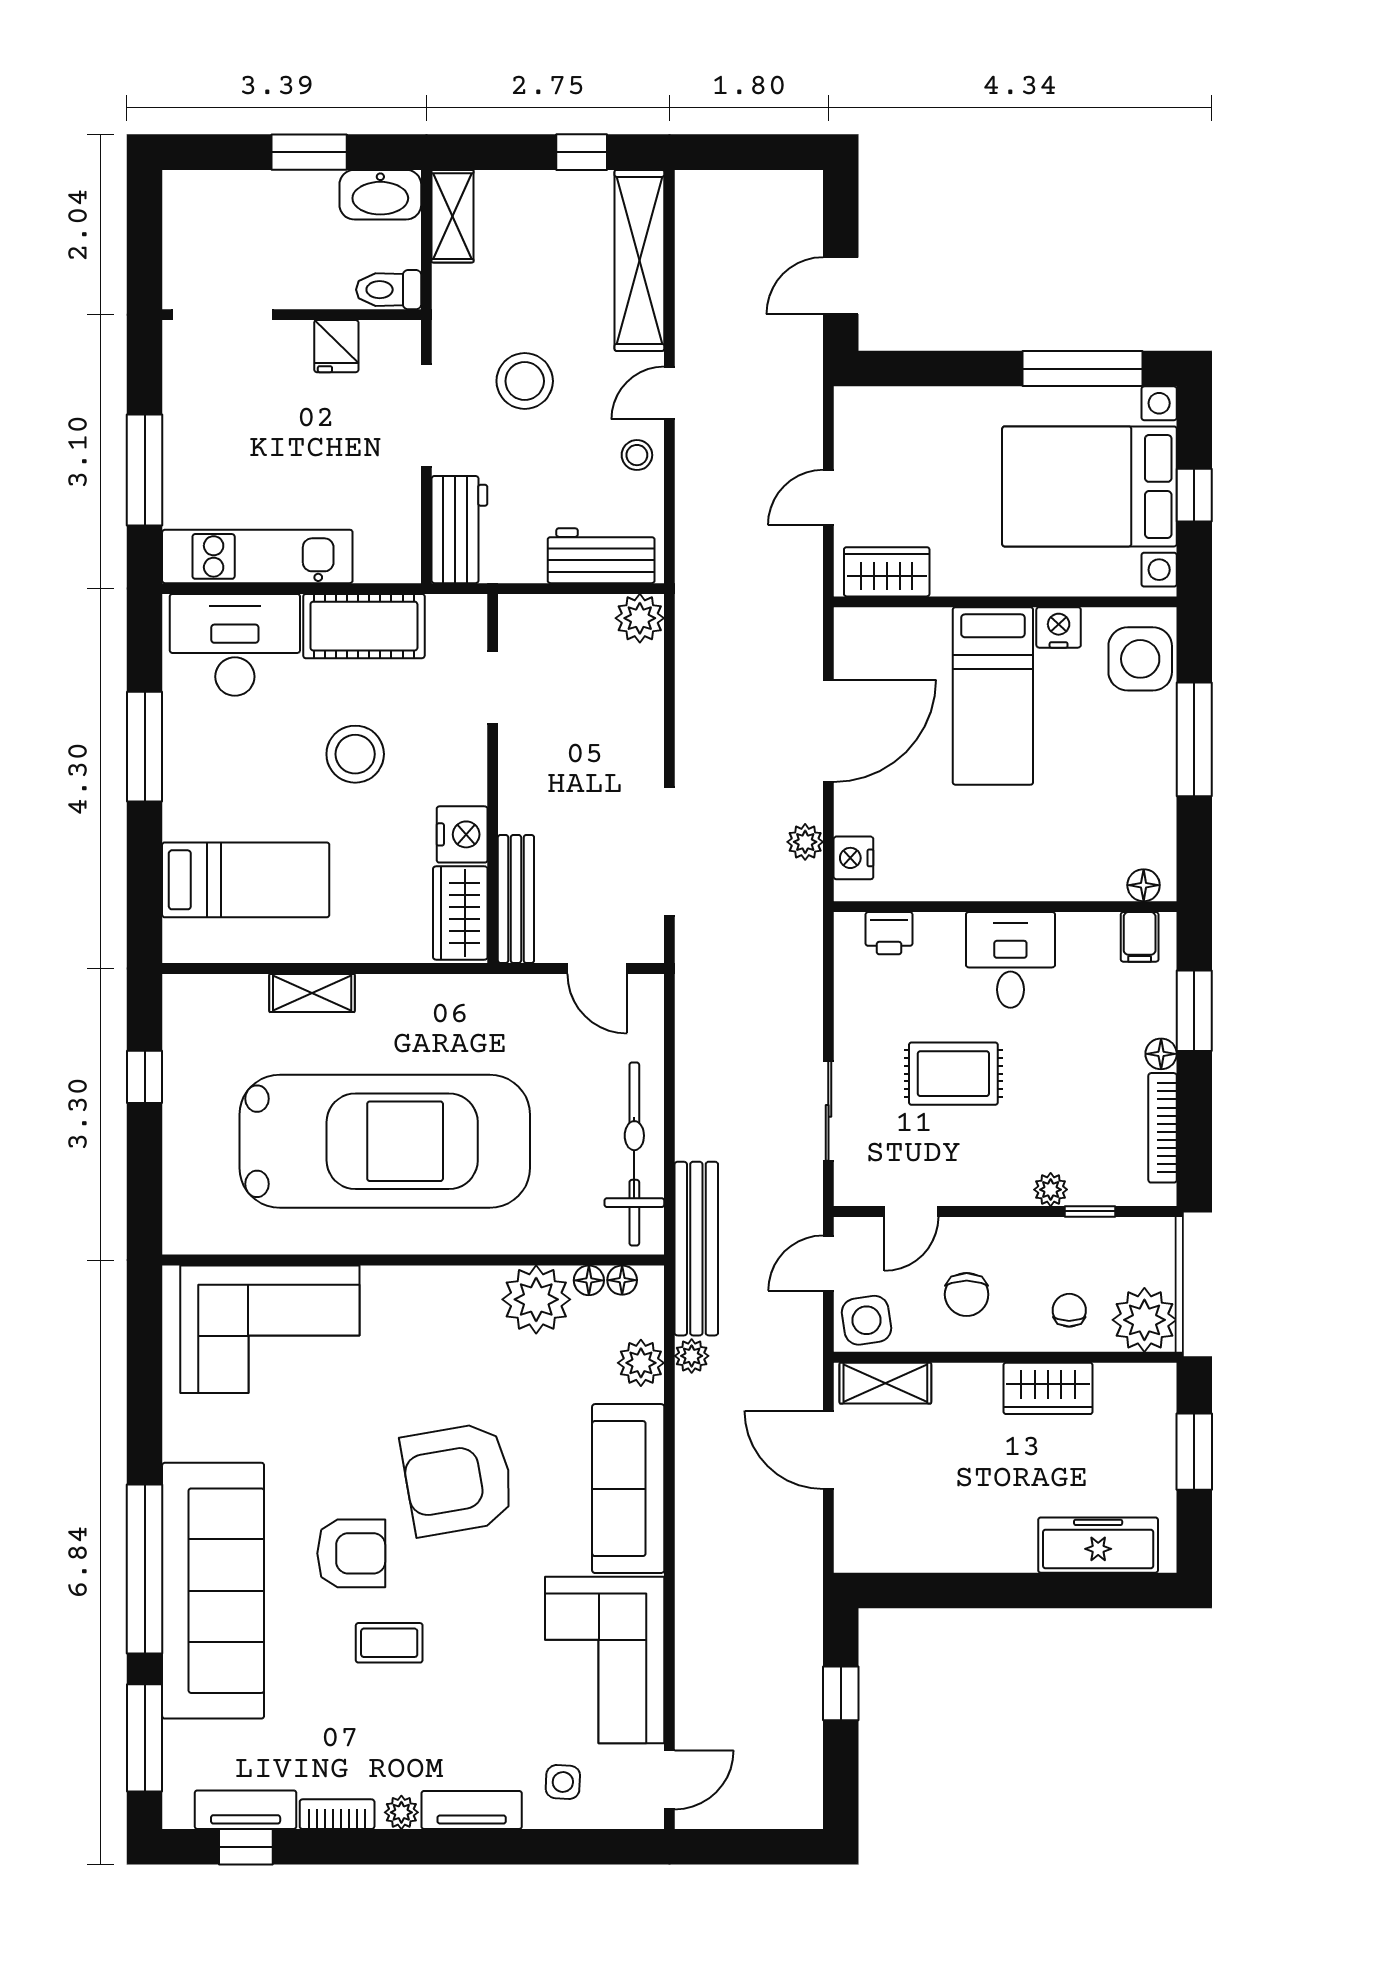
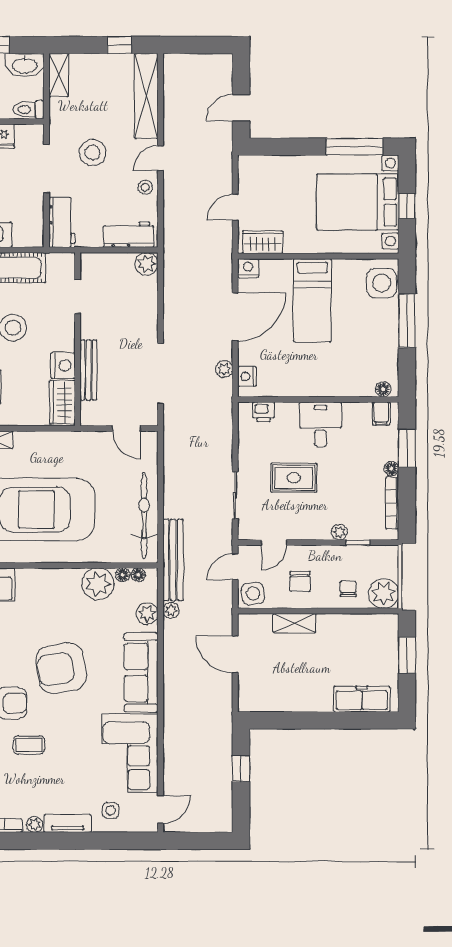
nightstand: (1059, 627) -> (248, 268), moved
bench: (516, 899) -> (88, 370), moved
shelving: (885, 1383) -> (294, 623), moved
wardrobe: (1048, 1388) -> (338, 626), removed

